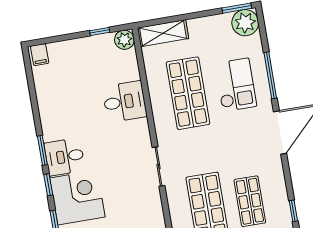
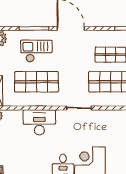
desk: (124, 102) -> (39, 122), width x1.37

